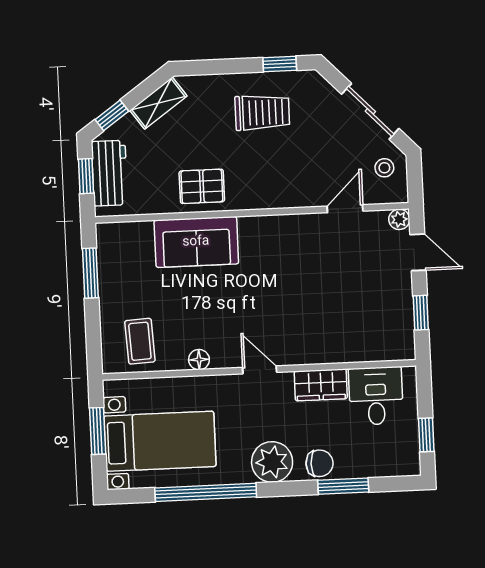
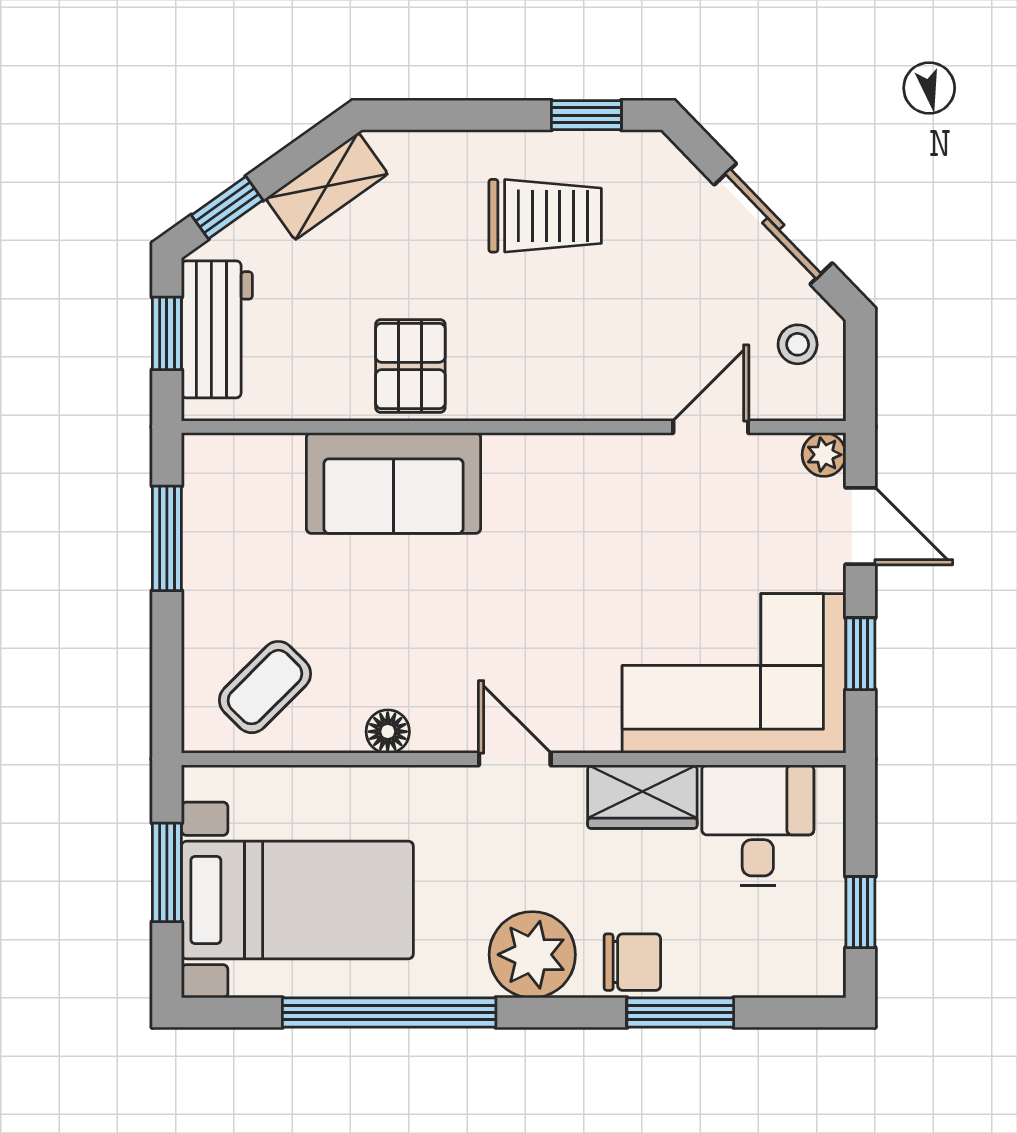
pallet: (202, 186) -> (410, 366), turned 90
corner sofa: (361, 325) -> (734, 673), added
coffee table: (140, 341) -> (265, 687), turned 48

